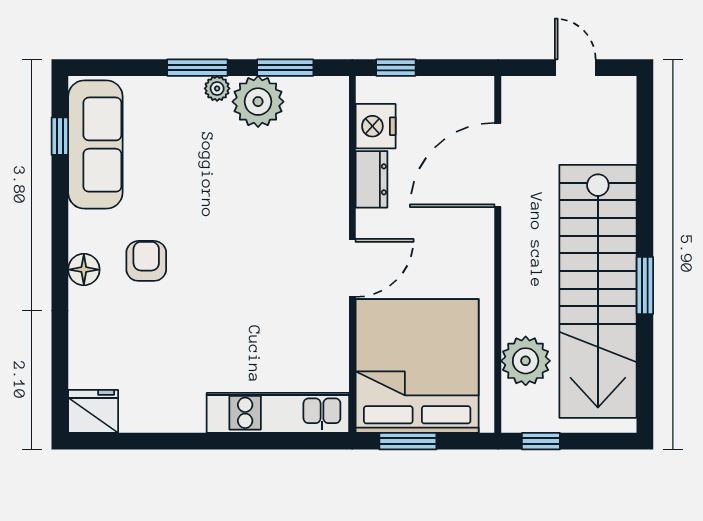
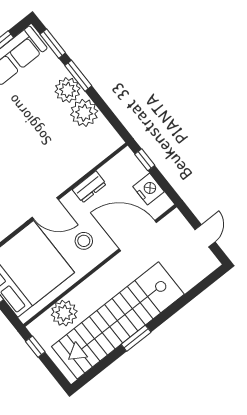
window: (285, 68) -> (53, 44), moved
plant: (217, 88) -> (68, 90), width x1.88, depth x1.88
nightstand: (376, 126) -> (149, 189), moved, turned 90
stool: (443, 249) -> (84, 241), added

